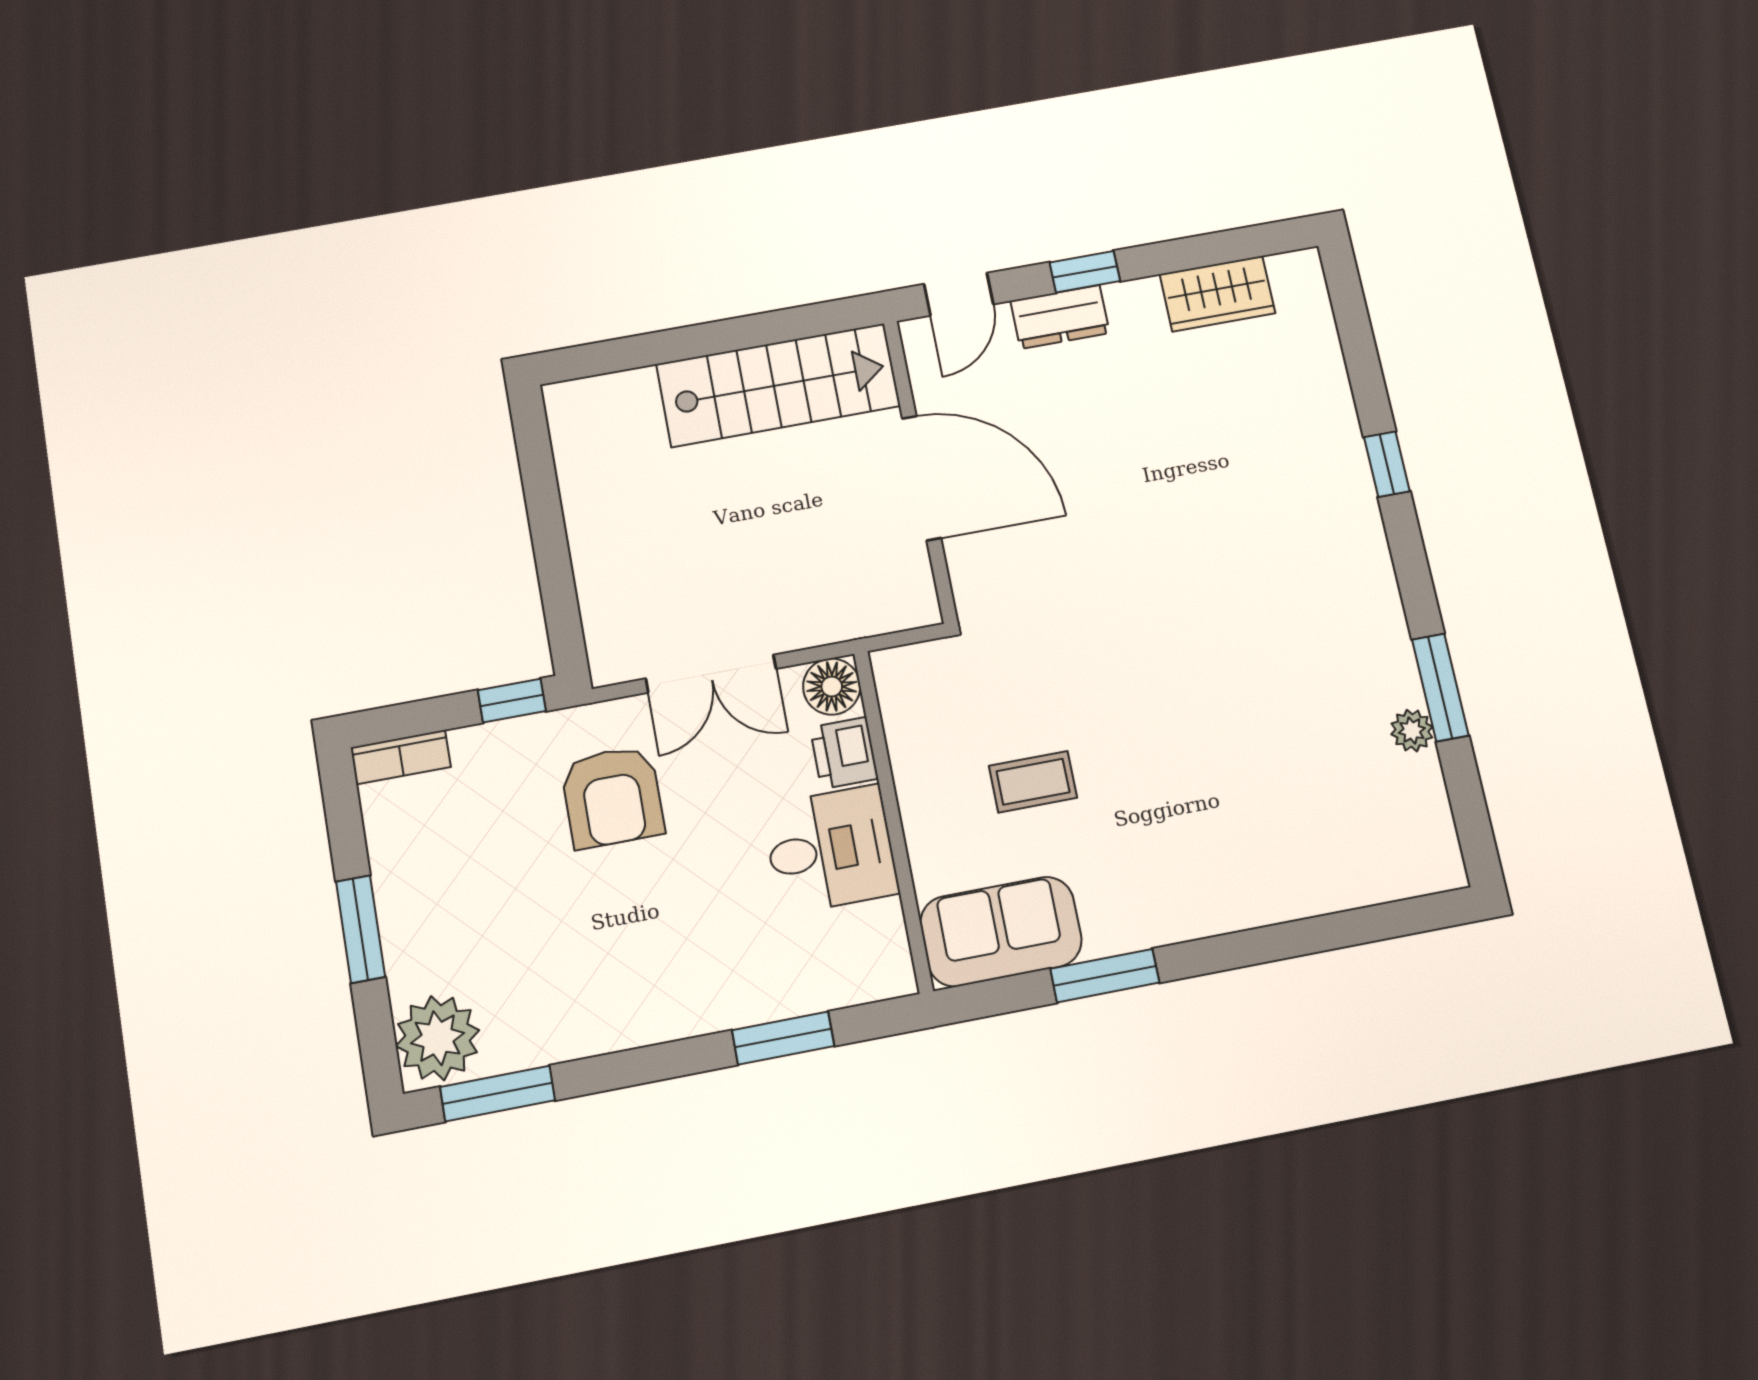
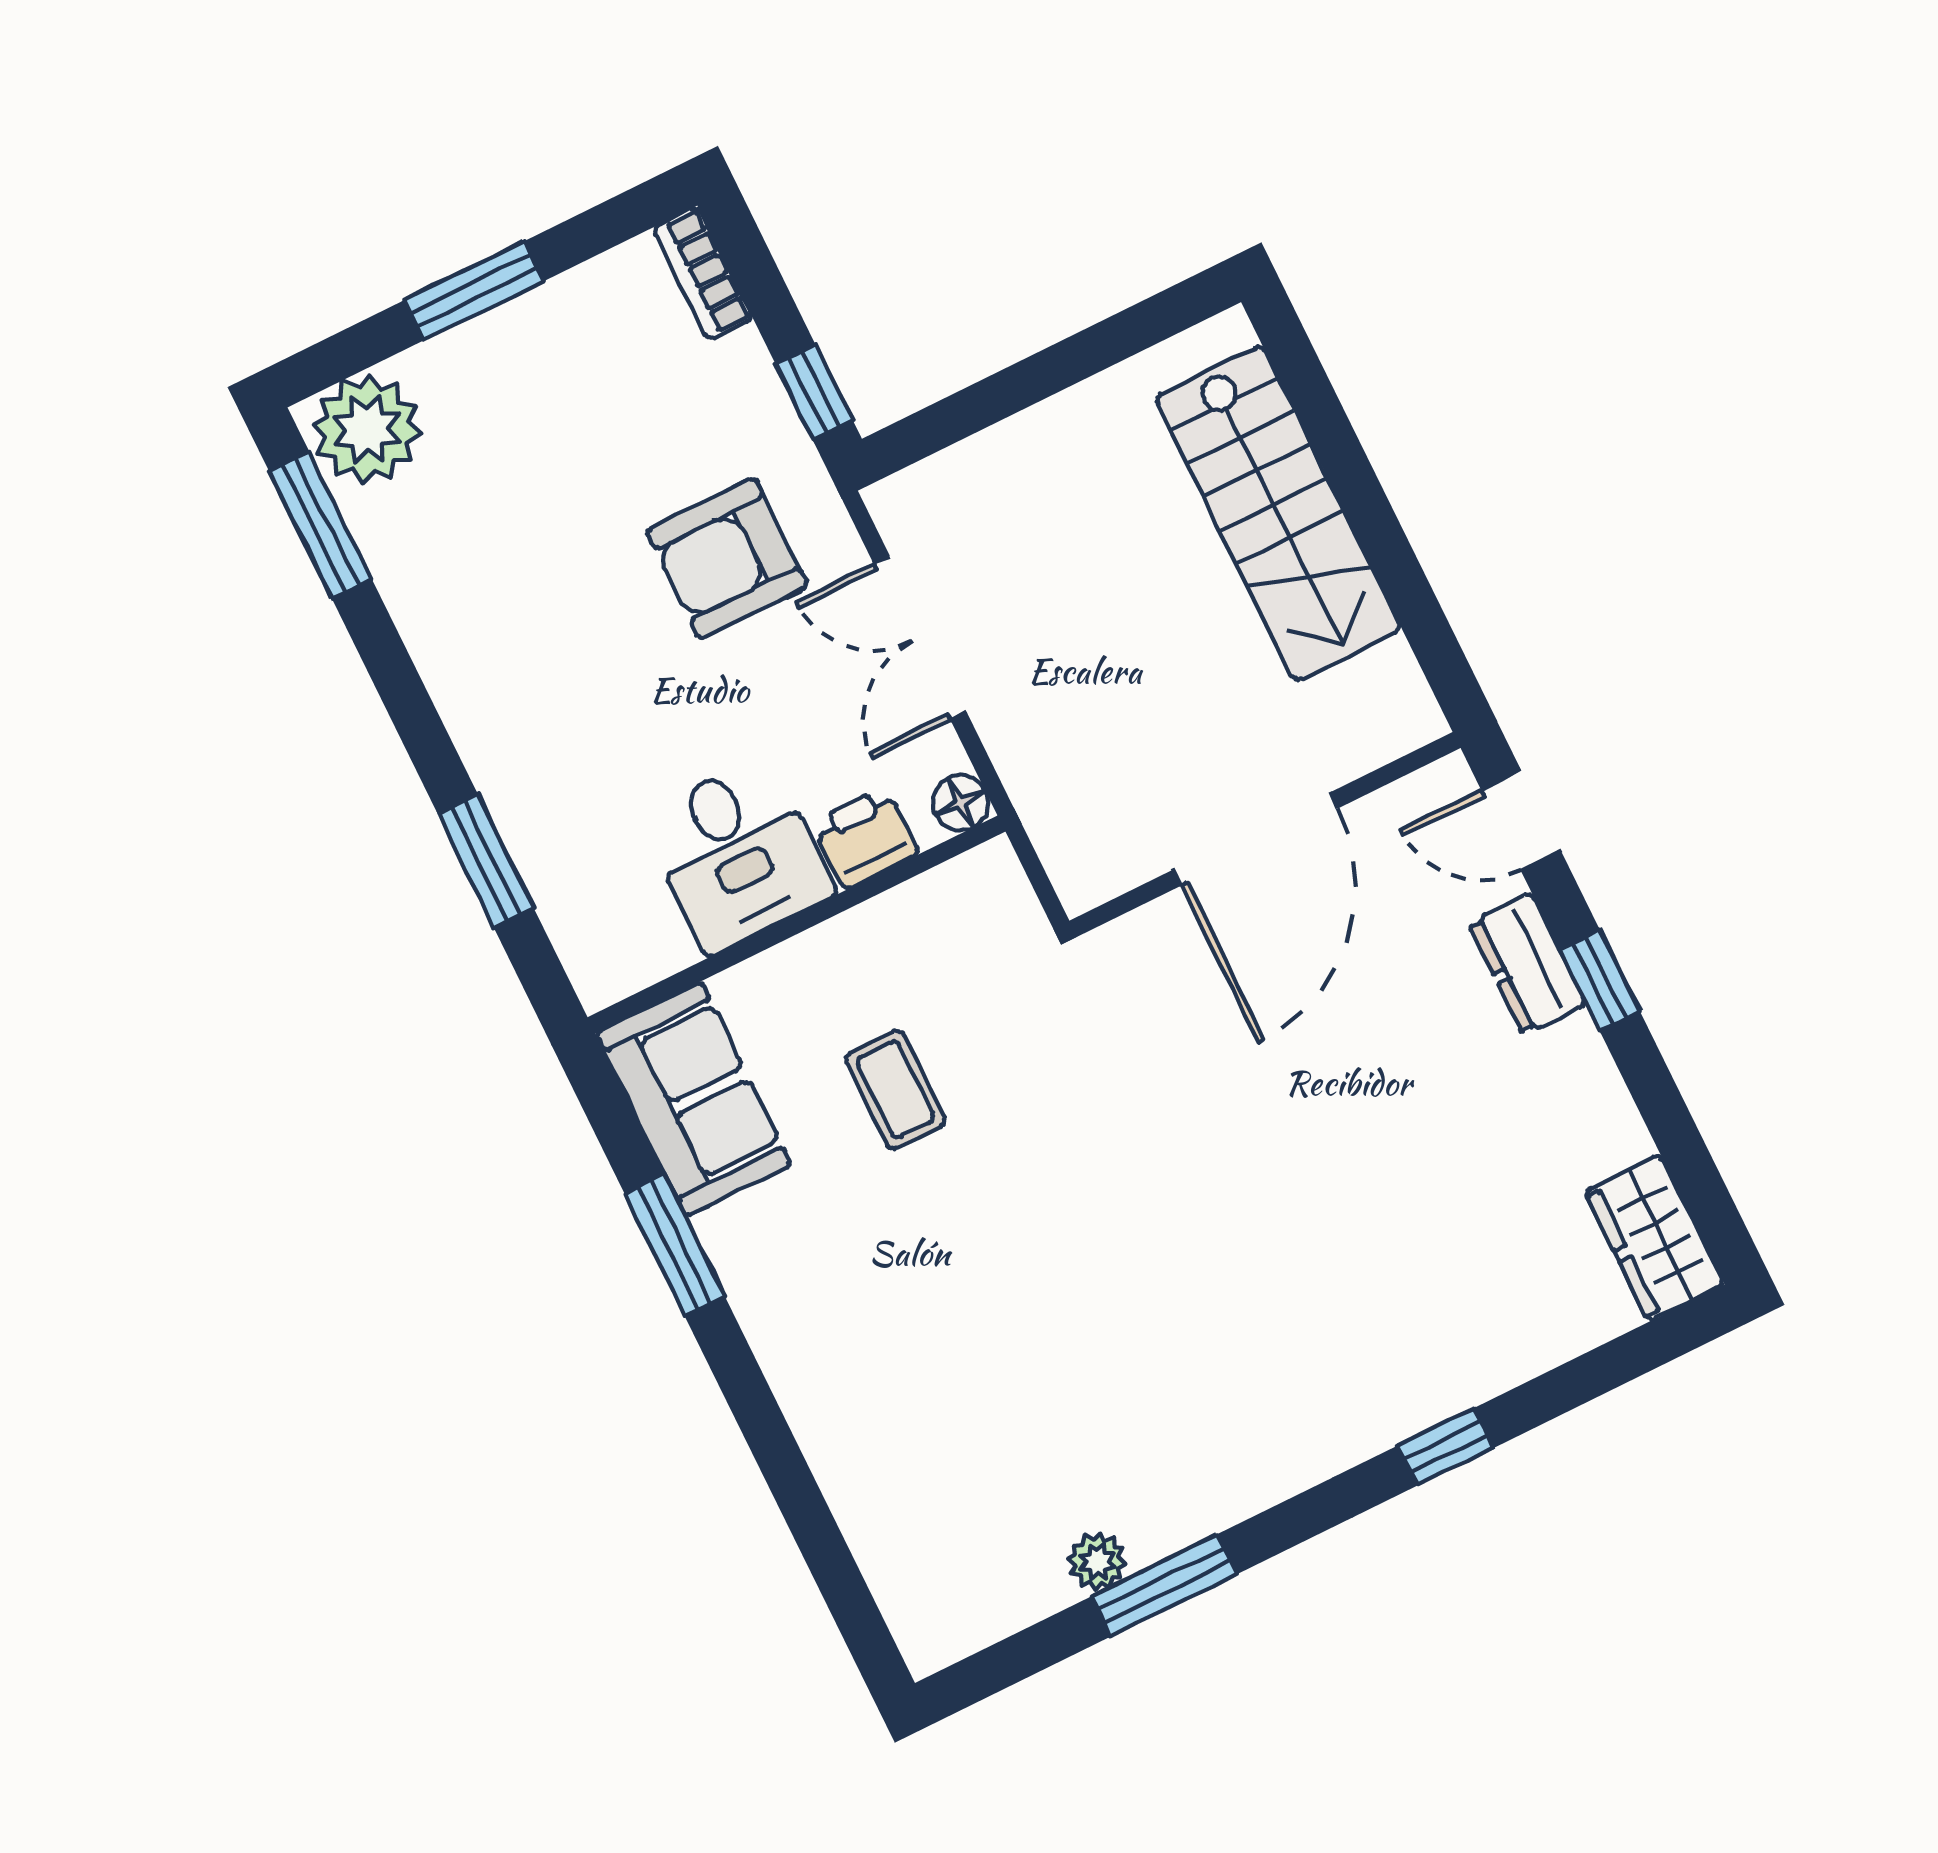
wardrobe: (1217, 294) -> (1654, 1238), moved
stairs: (778, 385) -> (1278, 513), moved
floor lamp: (832, 687) -> (960, 803), width x0.73, depth x0.73

